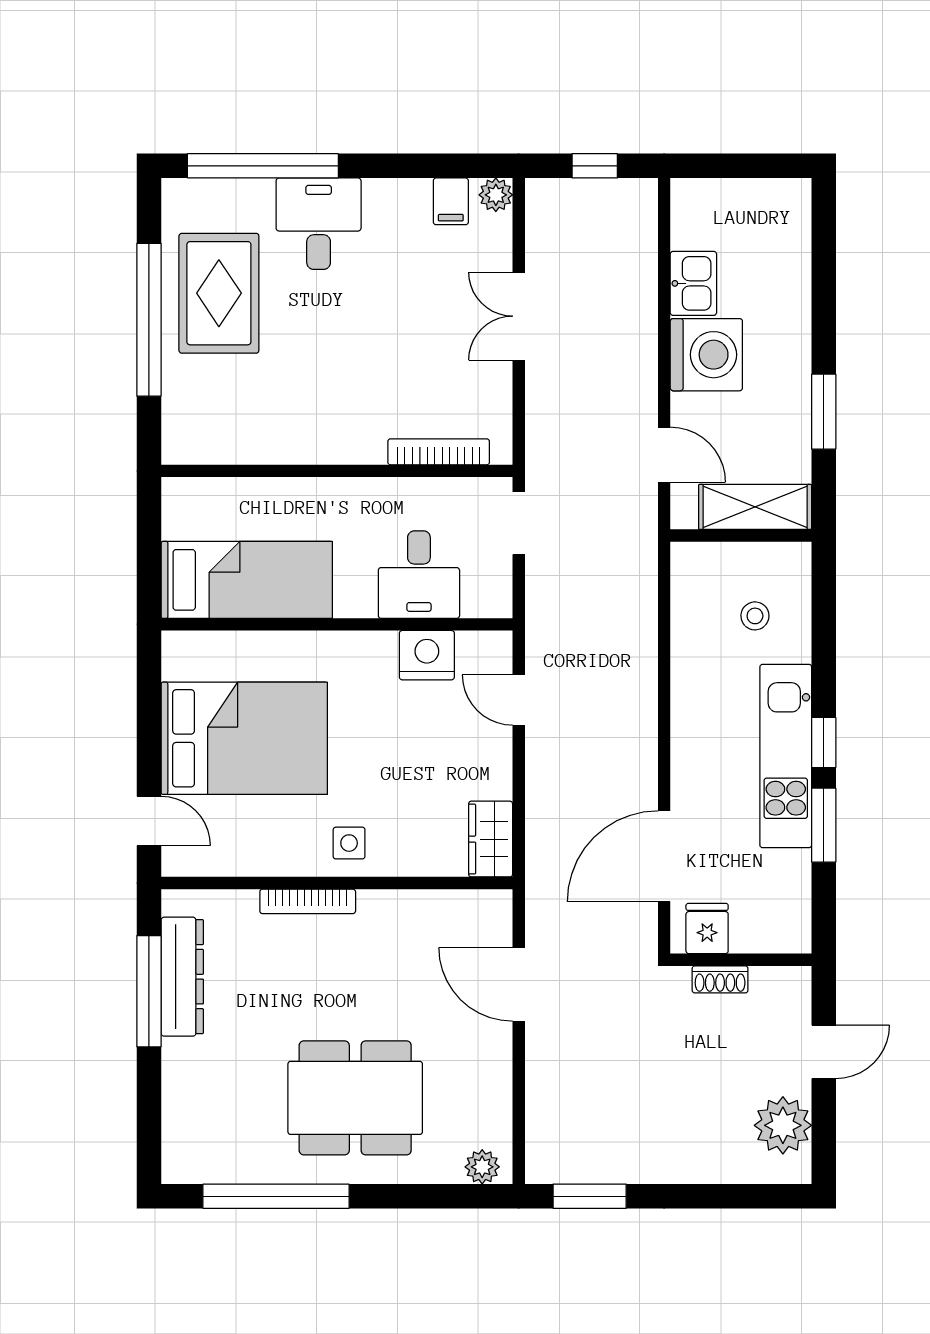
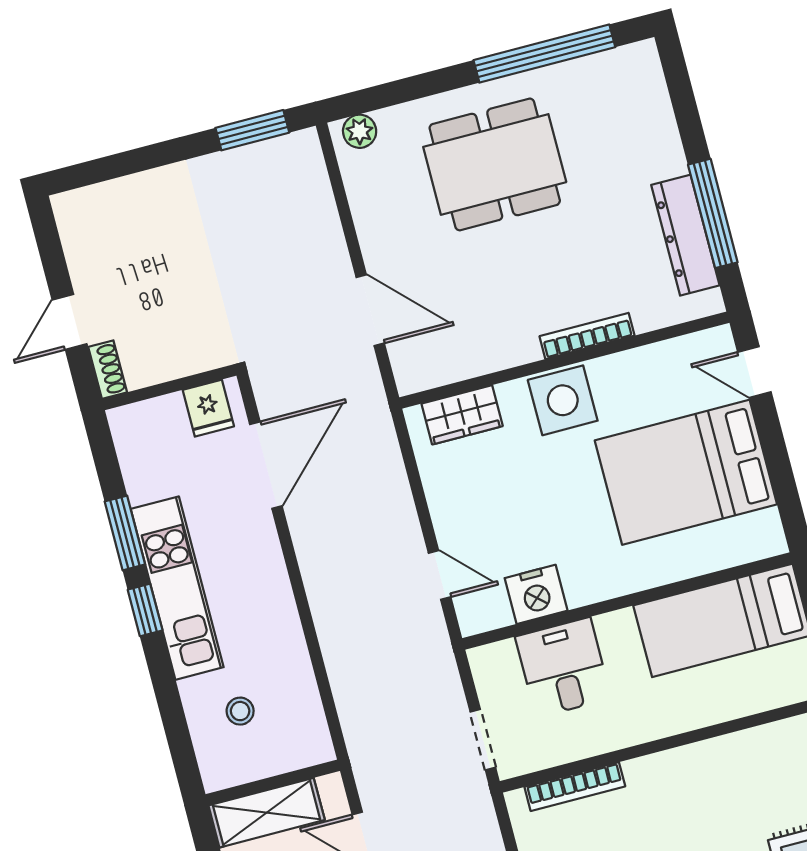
wardrobe: (491, 839) -> (462, 415), moved, turned 90
side table: (349, 843) -> (563, 400), width x1.87, depth x1.87
shoe rack: (720, 979) -> (108, 370), moved, turned 90
plant: (783, 1125) -> (90, 243), removed

